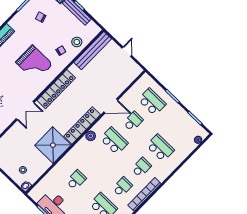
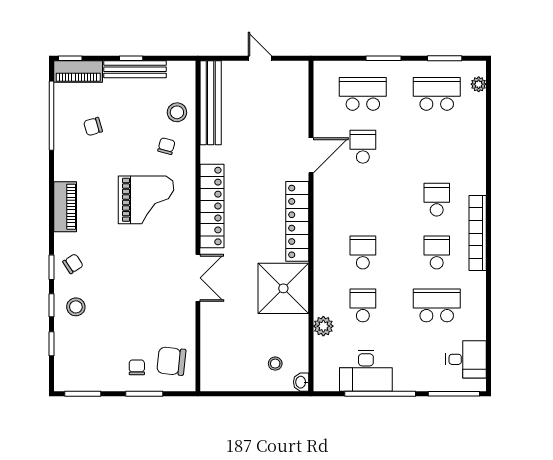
plant: (91, 136) -> (323, 326), moved
school desk: (114, 141) -> (363, 252), moved, width x0.54
school desk: (160, 148) -> (437, 94), moved

